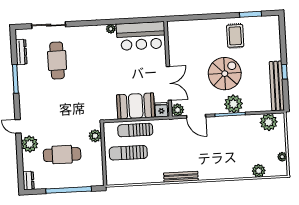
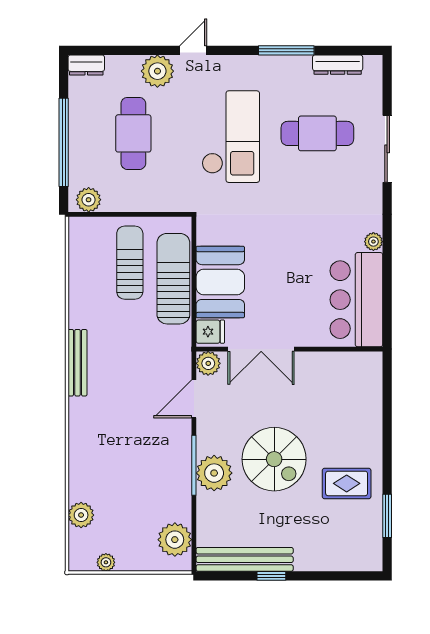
sliding door: (49, 25) -> (387, 149), moved
checkout: (61, 105) -> (231, 137), added
sun lounger: (135, 130) -> (173, 279), width x1.36, depth x1.34
plant: (95, 136) -> (89, 200), moved

